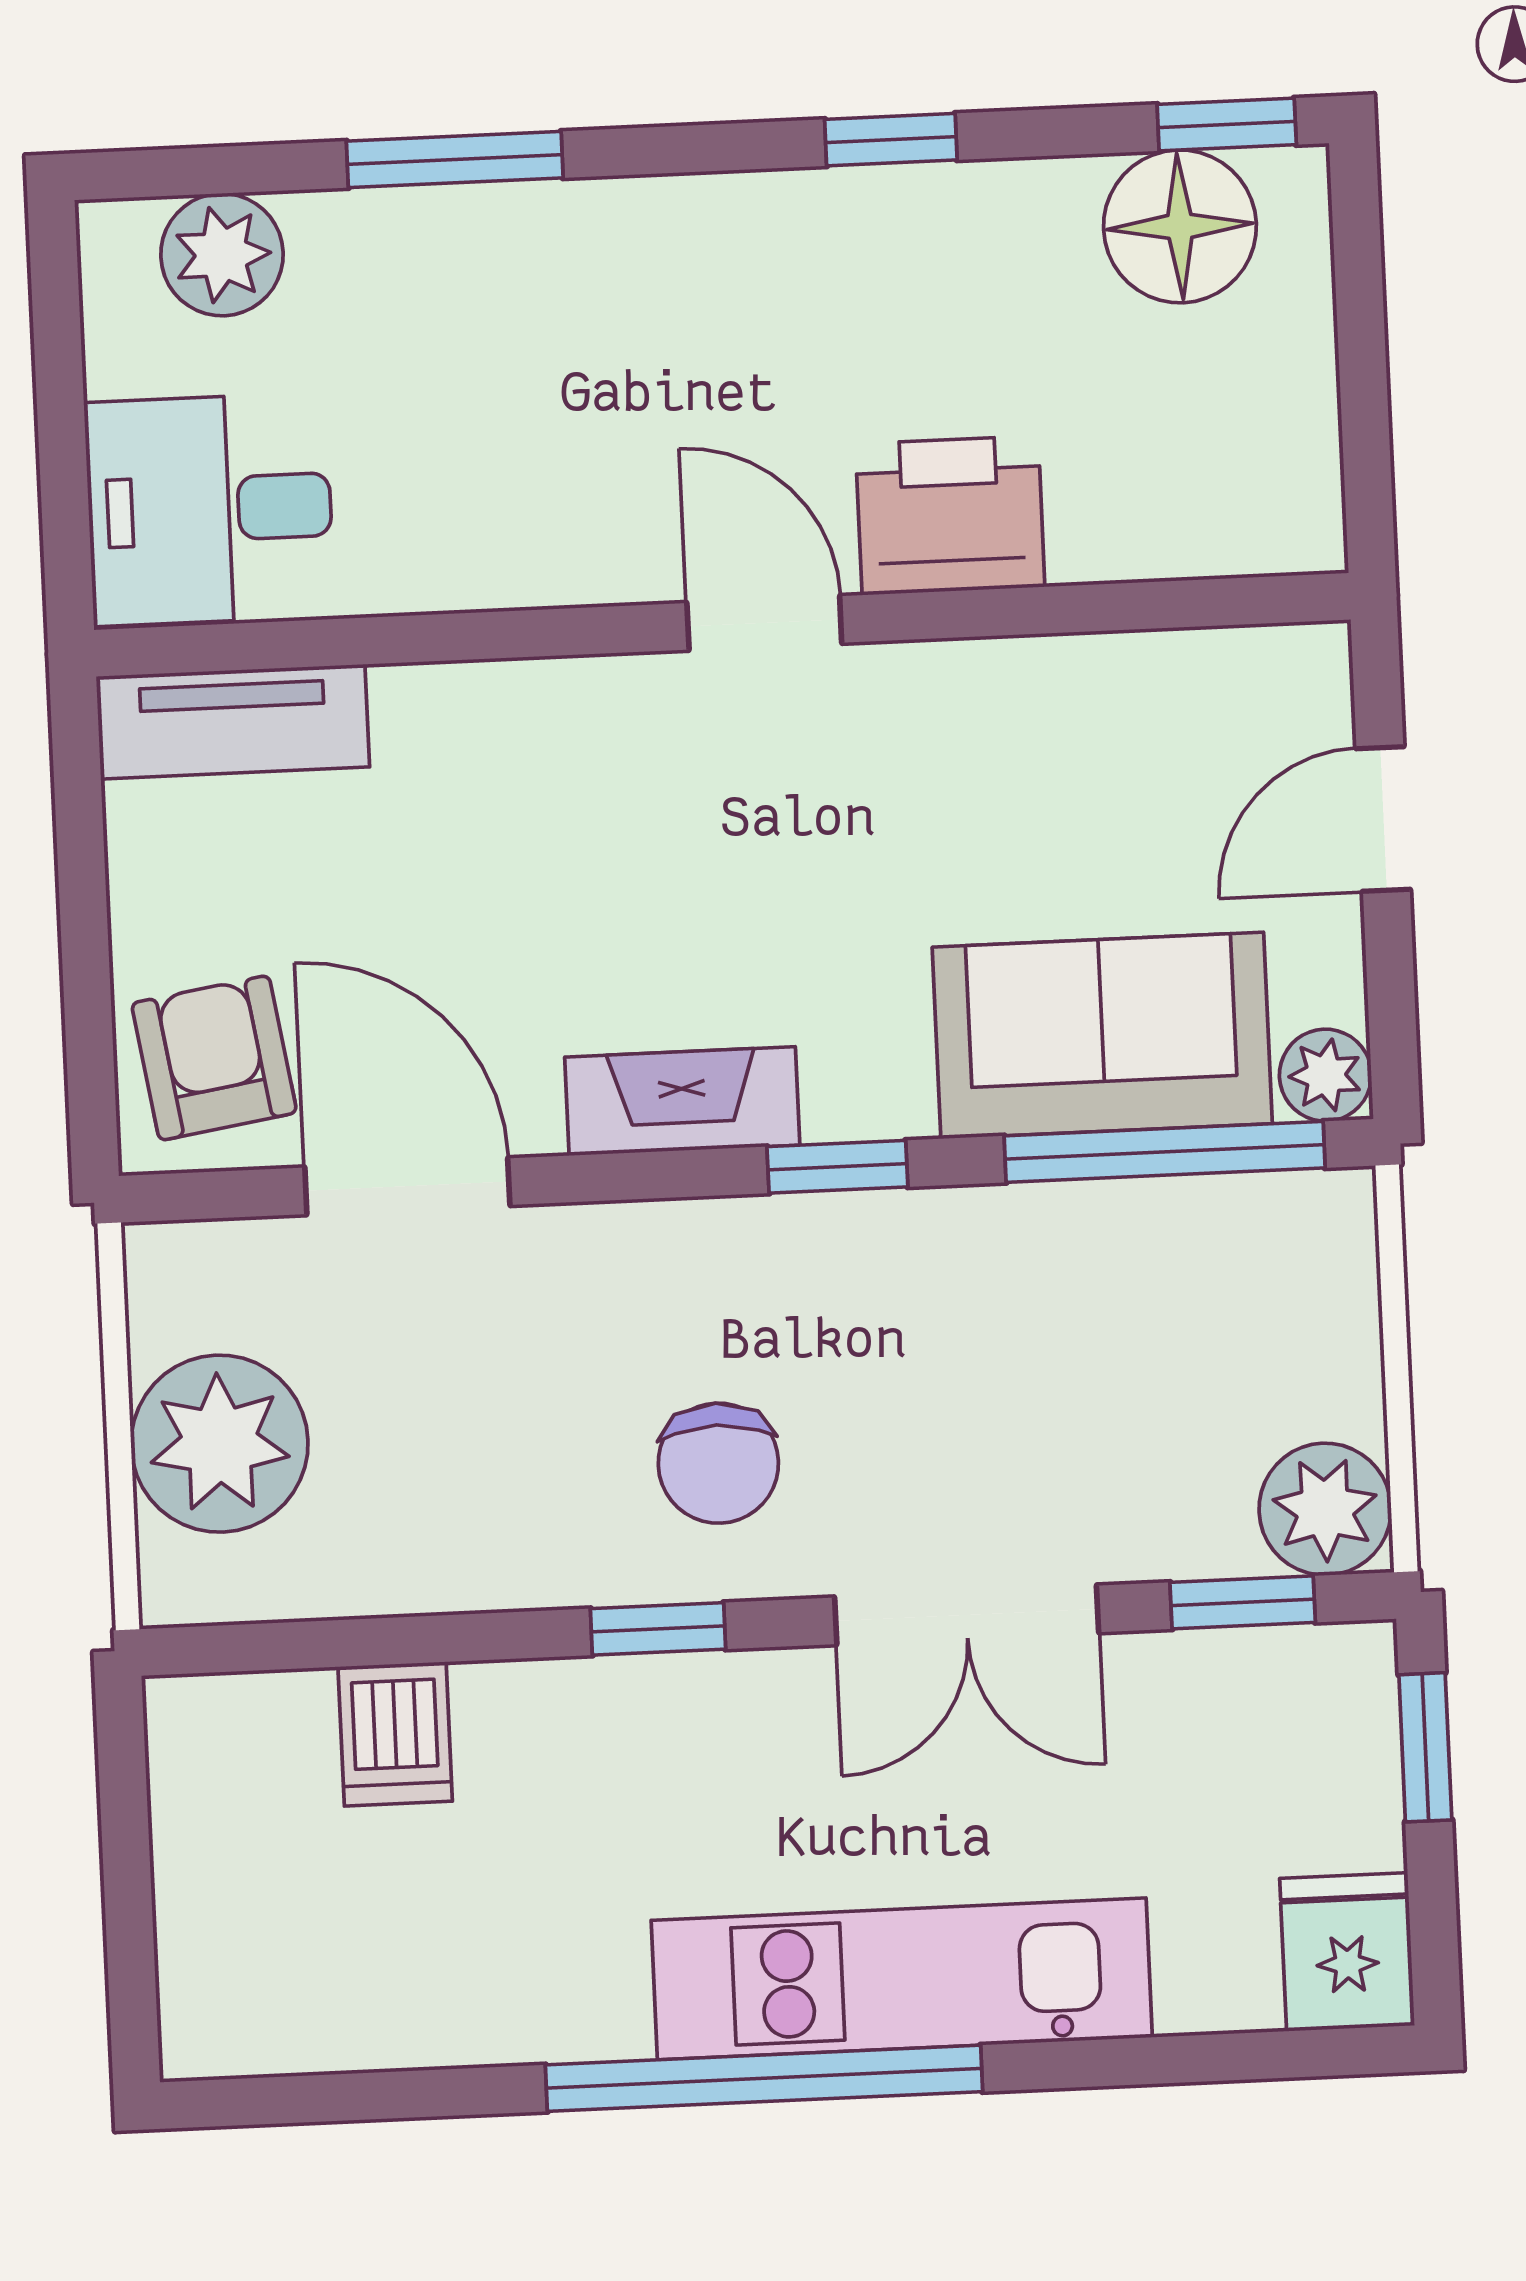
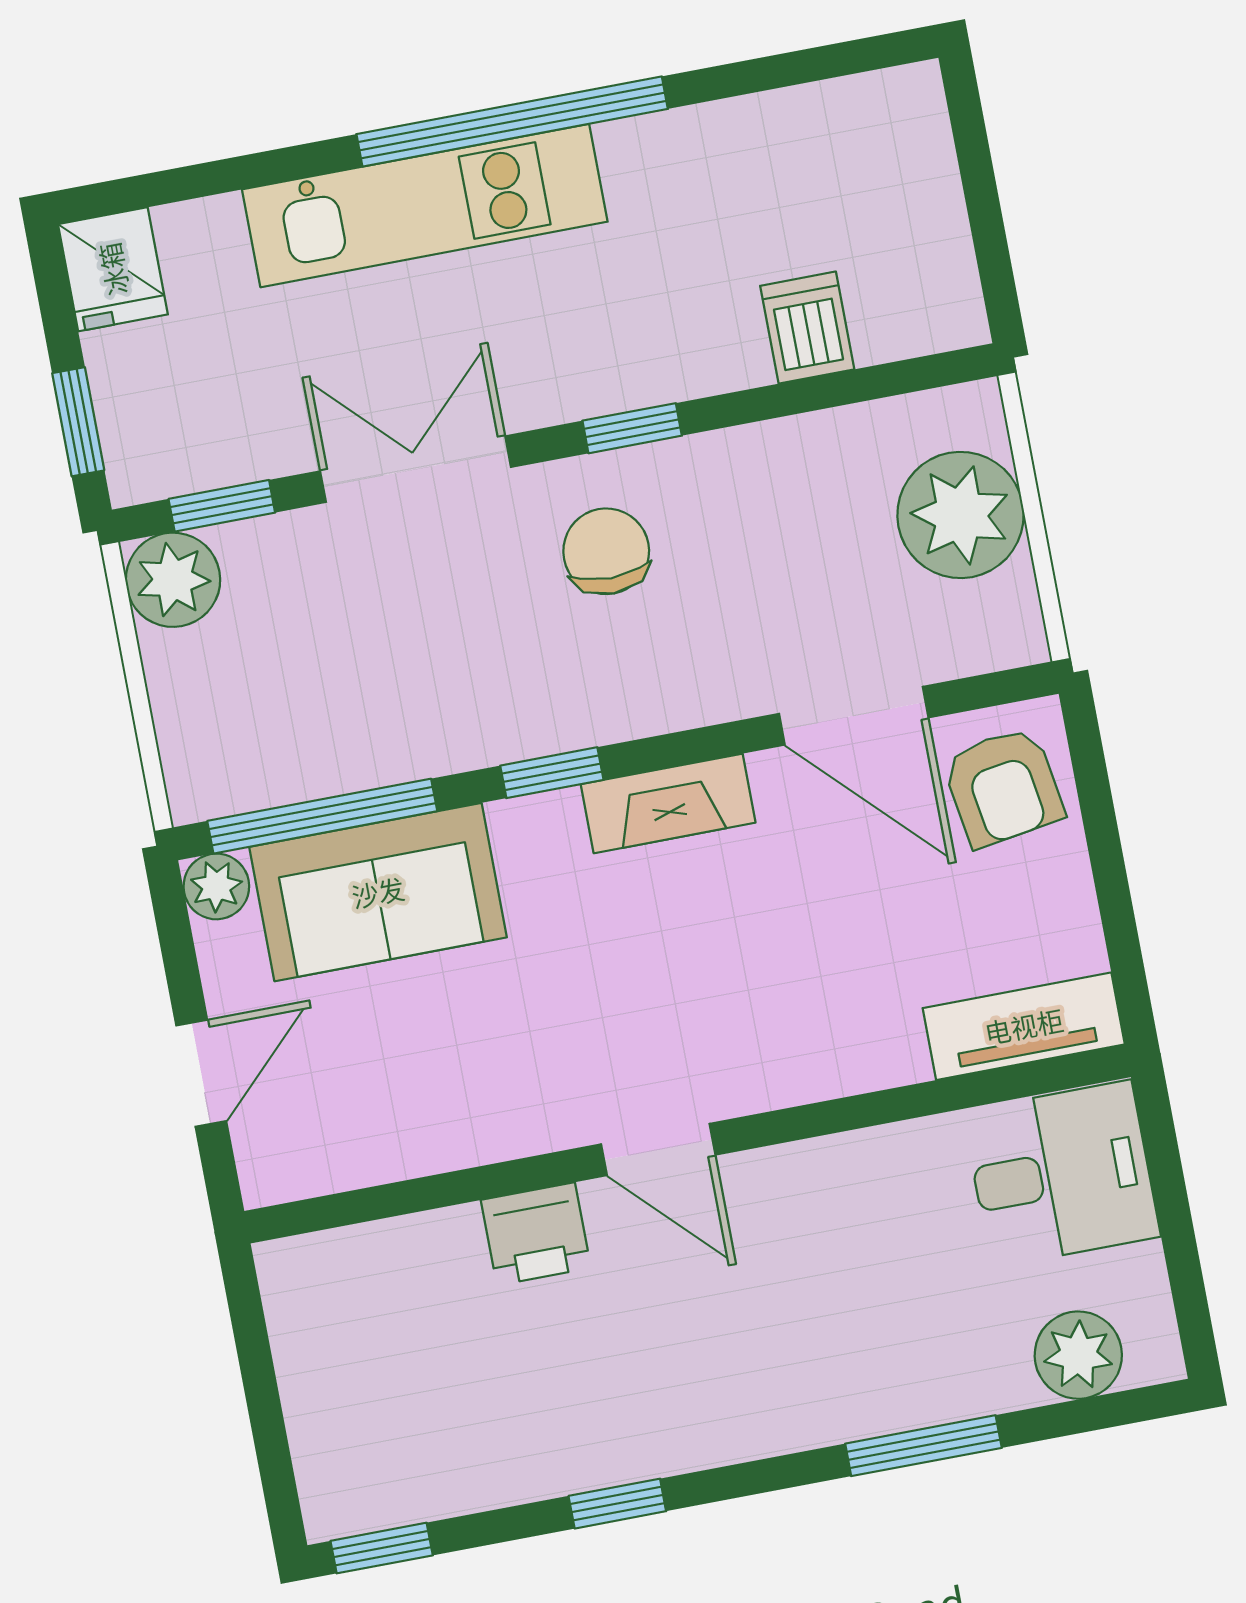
floor lamp: (1180, 226) -> (404, 1471), removed
printer: (950, 515) -> (536, 1234), width x0.73, depth x0.81

